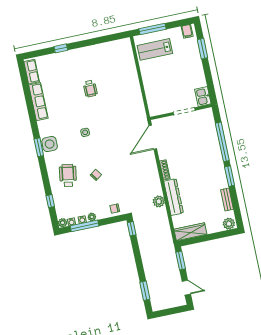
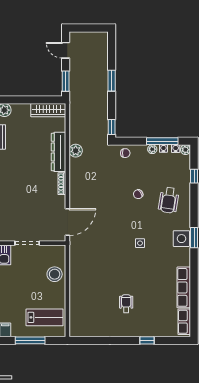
window: (153, 29) -> (30, 340), moved
wheelchair: (90, 89) -> (126, 304), moved
stool: (154, 89) -> (55, 274), added
window: (145, 291) -> (112, 81), moved

